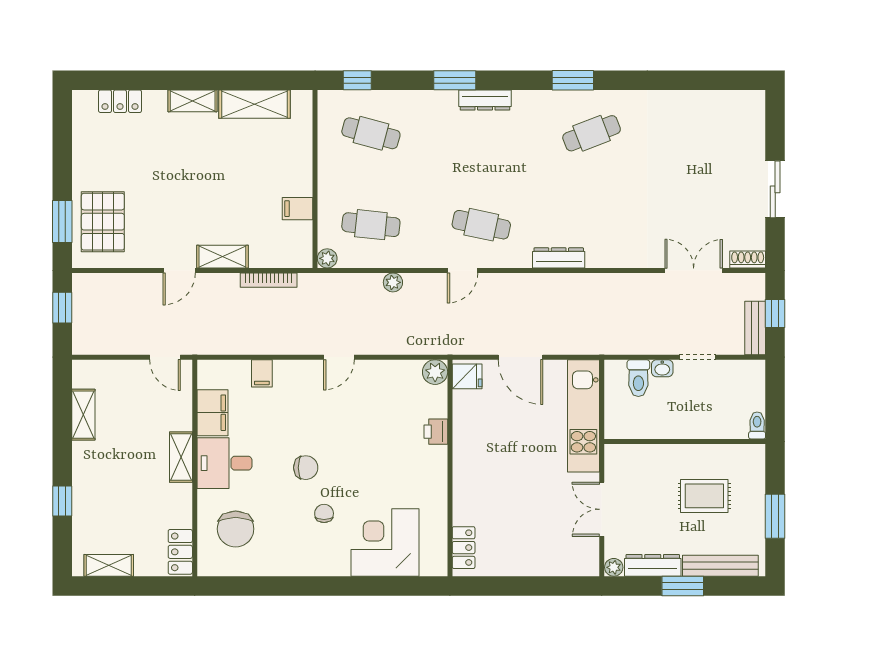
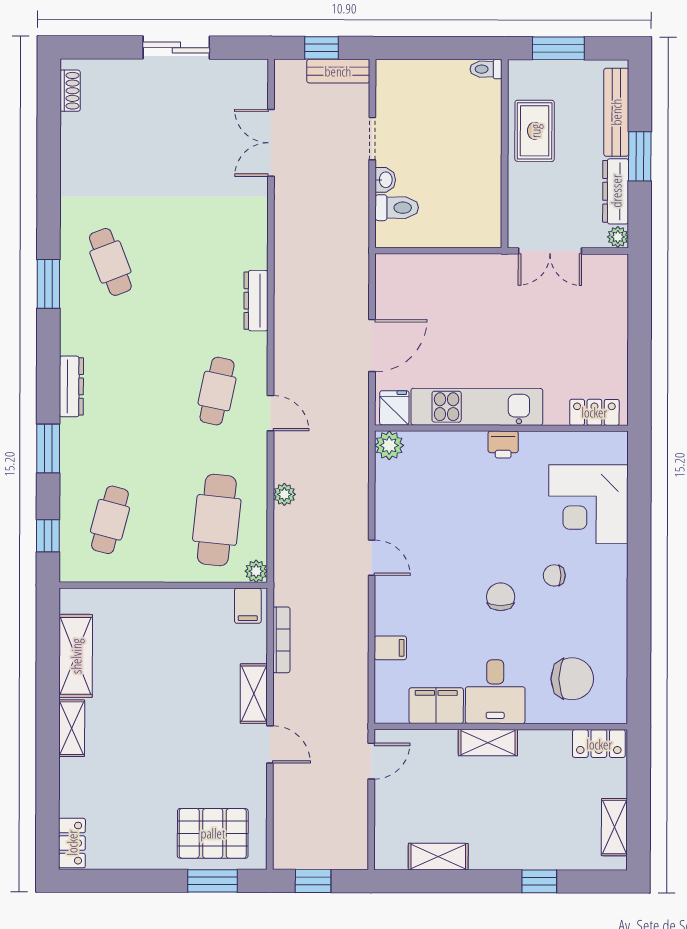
window: (455, 80) -> (48, 448), moved
locker: (120, 101) -> (72, 843), moved
filing cabinet: (298, 209) -> (248, 606), moved
cafe table: (371, 225) -> (217, 520), width x1.37, depth x1.35
shoe rack: (748, 259) -> (70, 91), moved, turned 180
kitchen unit: (583, 416) -> (477, 407), moved, turned 180
toilet: (757, 425) -> (486, 69), moved
printer: (436, 432) -> (503, 445), moved
wall: (685, 441) -> (505, 154), moved

